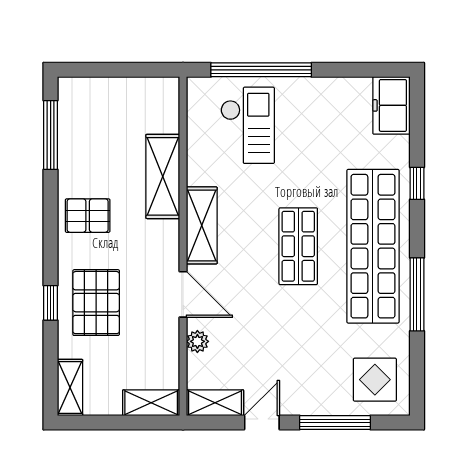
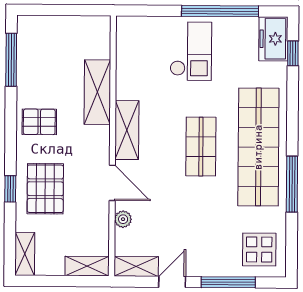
window: (261, 70) -> (220, 11), moved
checkout: (248, 125) -> (191, 51), moved
window: (417, 183) -> (293, 53), moved

